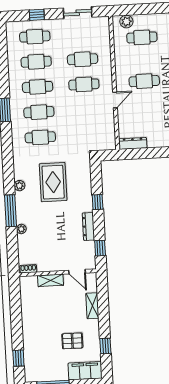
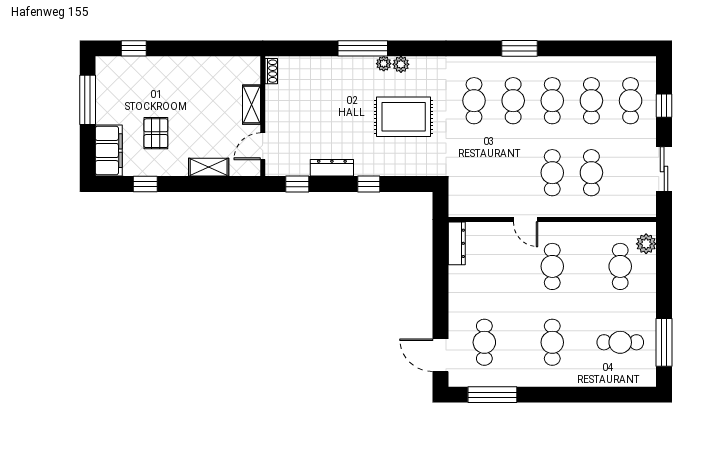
plant: (21, 229) -> (384, 64), moved

